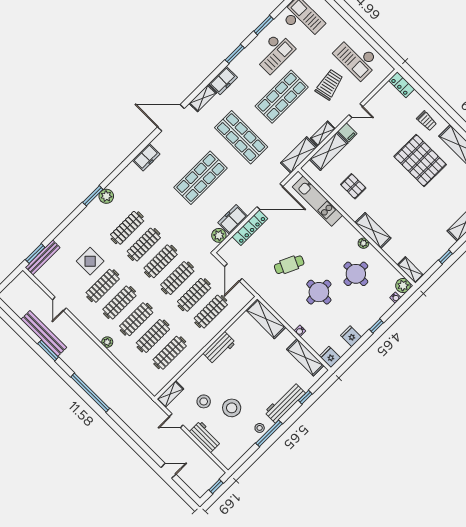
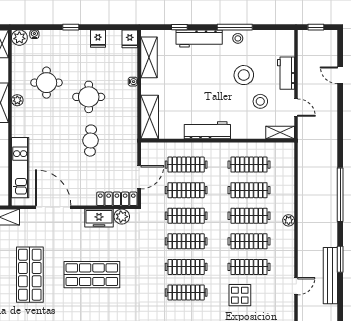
locker: (250, 228) -> (117, 199), moved
cafe table: (289, 265) -> (91, 141), turned 68
workbench: (219, 348) -> (207, 130), width x1.38

